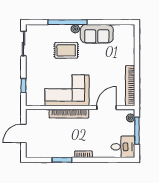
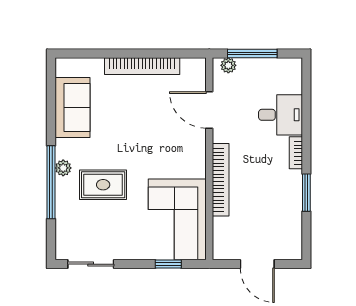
sofa: (97, 34) -> (72, 107), moved
rug: (66, 50) -> (103, 185), turned 90
bookcase: (130, 86) -> (142, 66), moved
corner sofa: (67, 90) -> (177, 219), moved
desk: (123, 147) -> (280, 115), moved, turned 90

